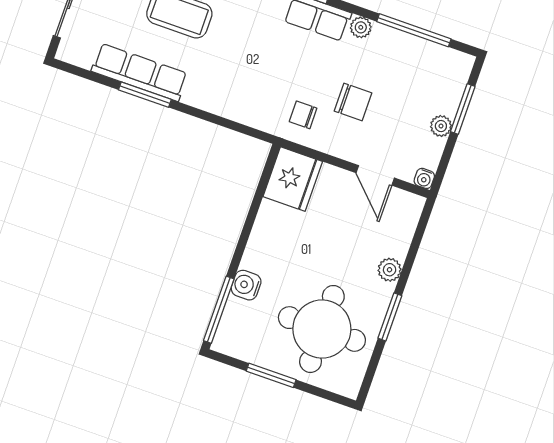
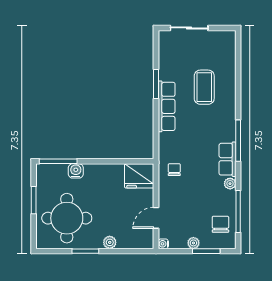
row of seats: (140, 72) -> (167, 106), moved
chair: (353, 102) -> (220, 224), moved, turned 180

